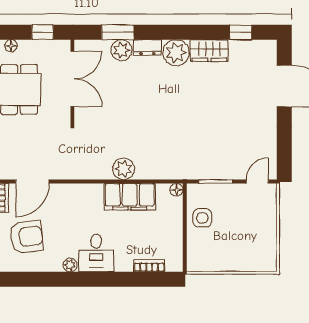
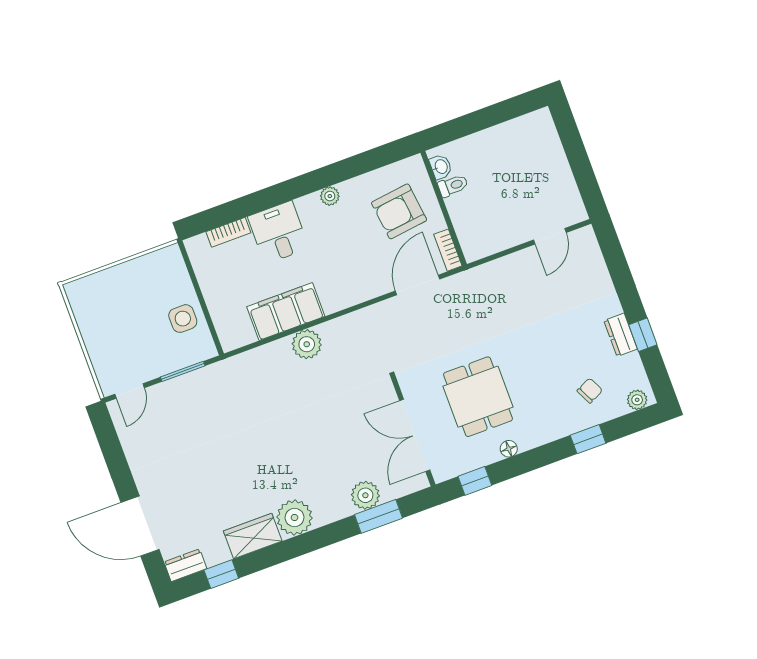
dresser: (147, 47) -> (185, 565), moved
floor lamp: (177, 190) -> (229, 342), removed
desk: (96, 253) -> (278, 232), moved

